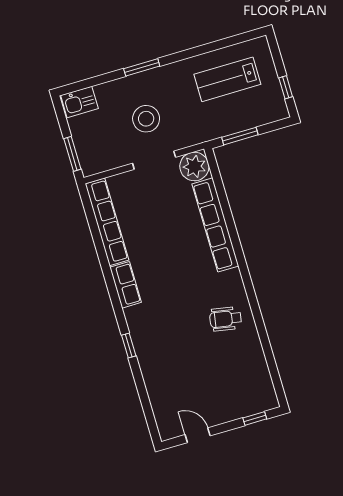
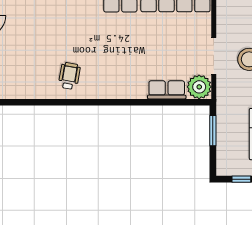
row of seats: (215, 225) -> (167, 90), width x0.50

